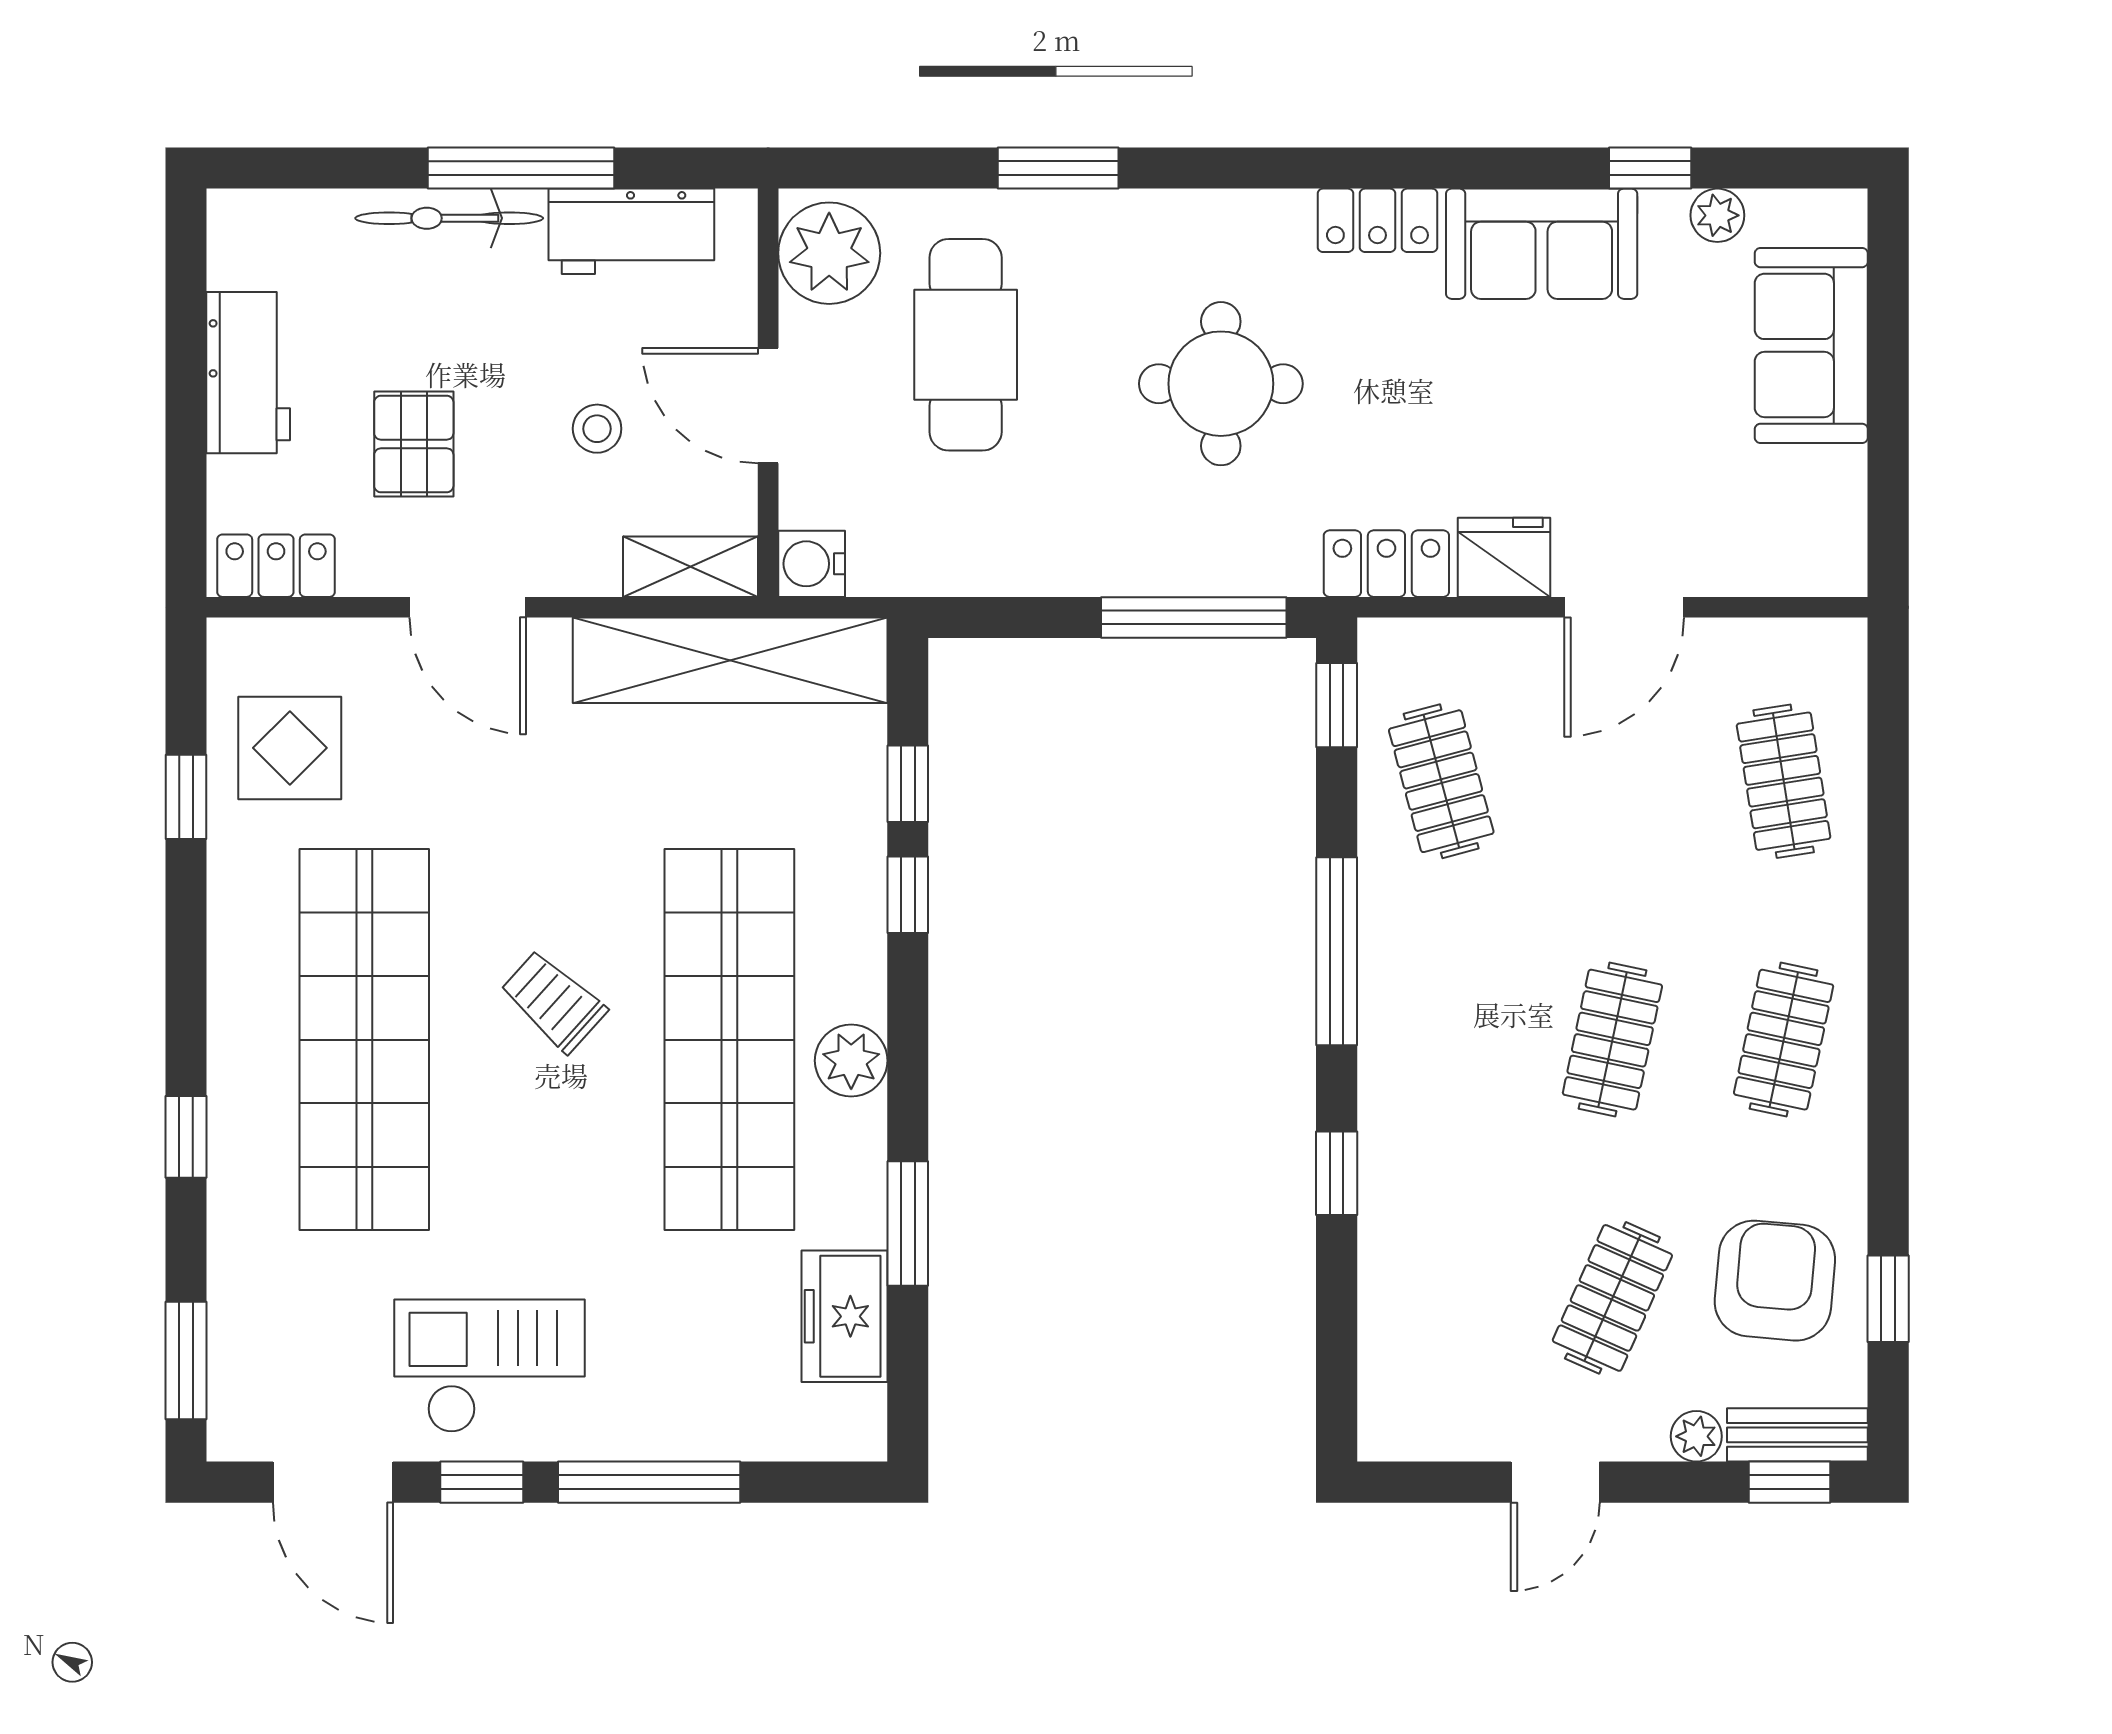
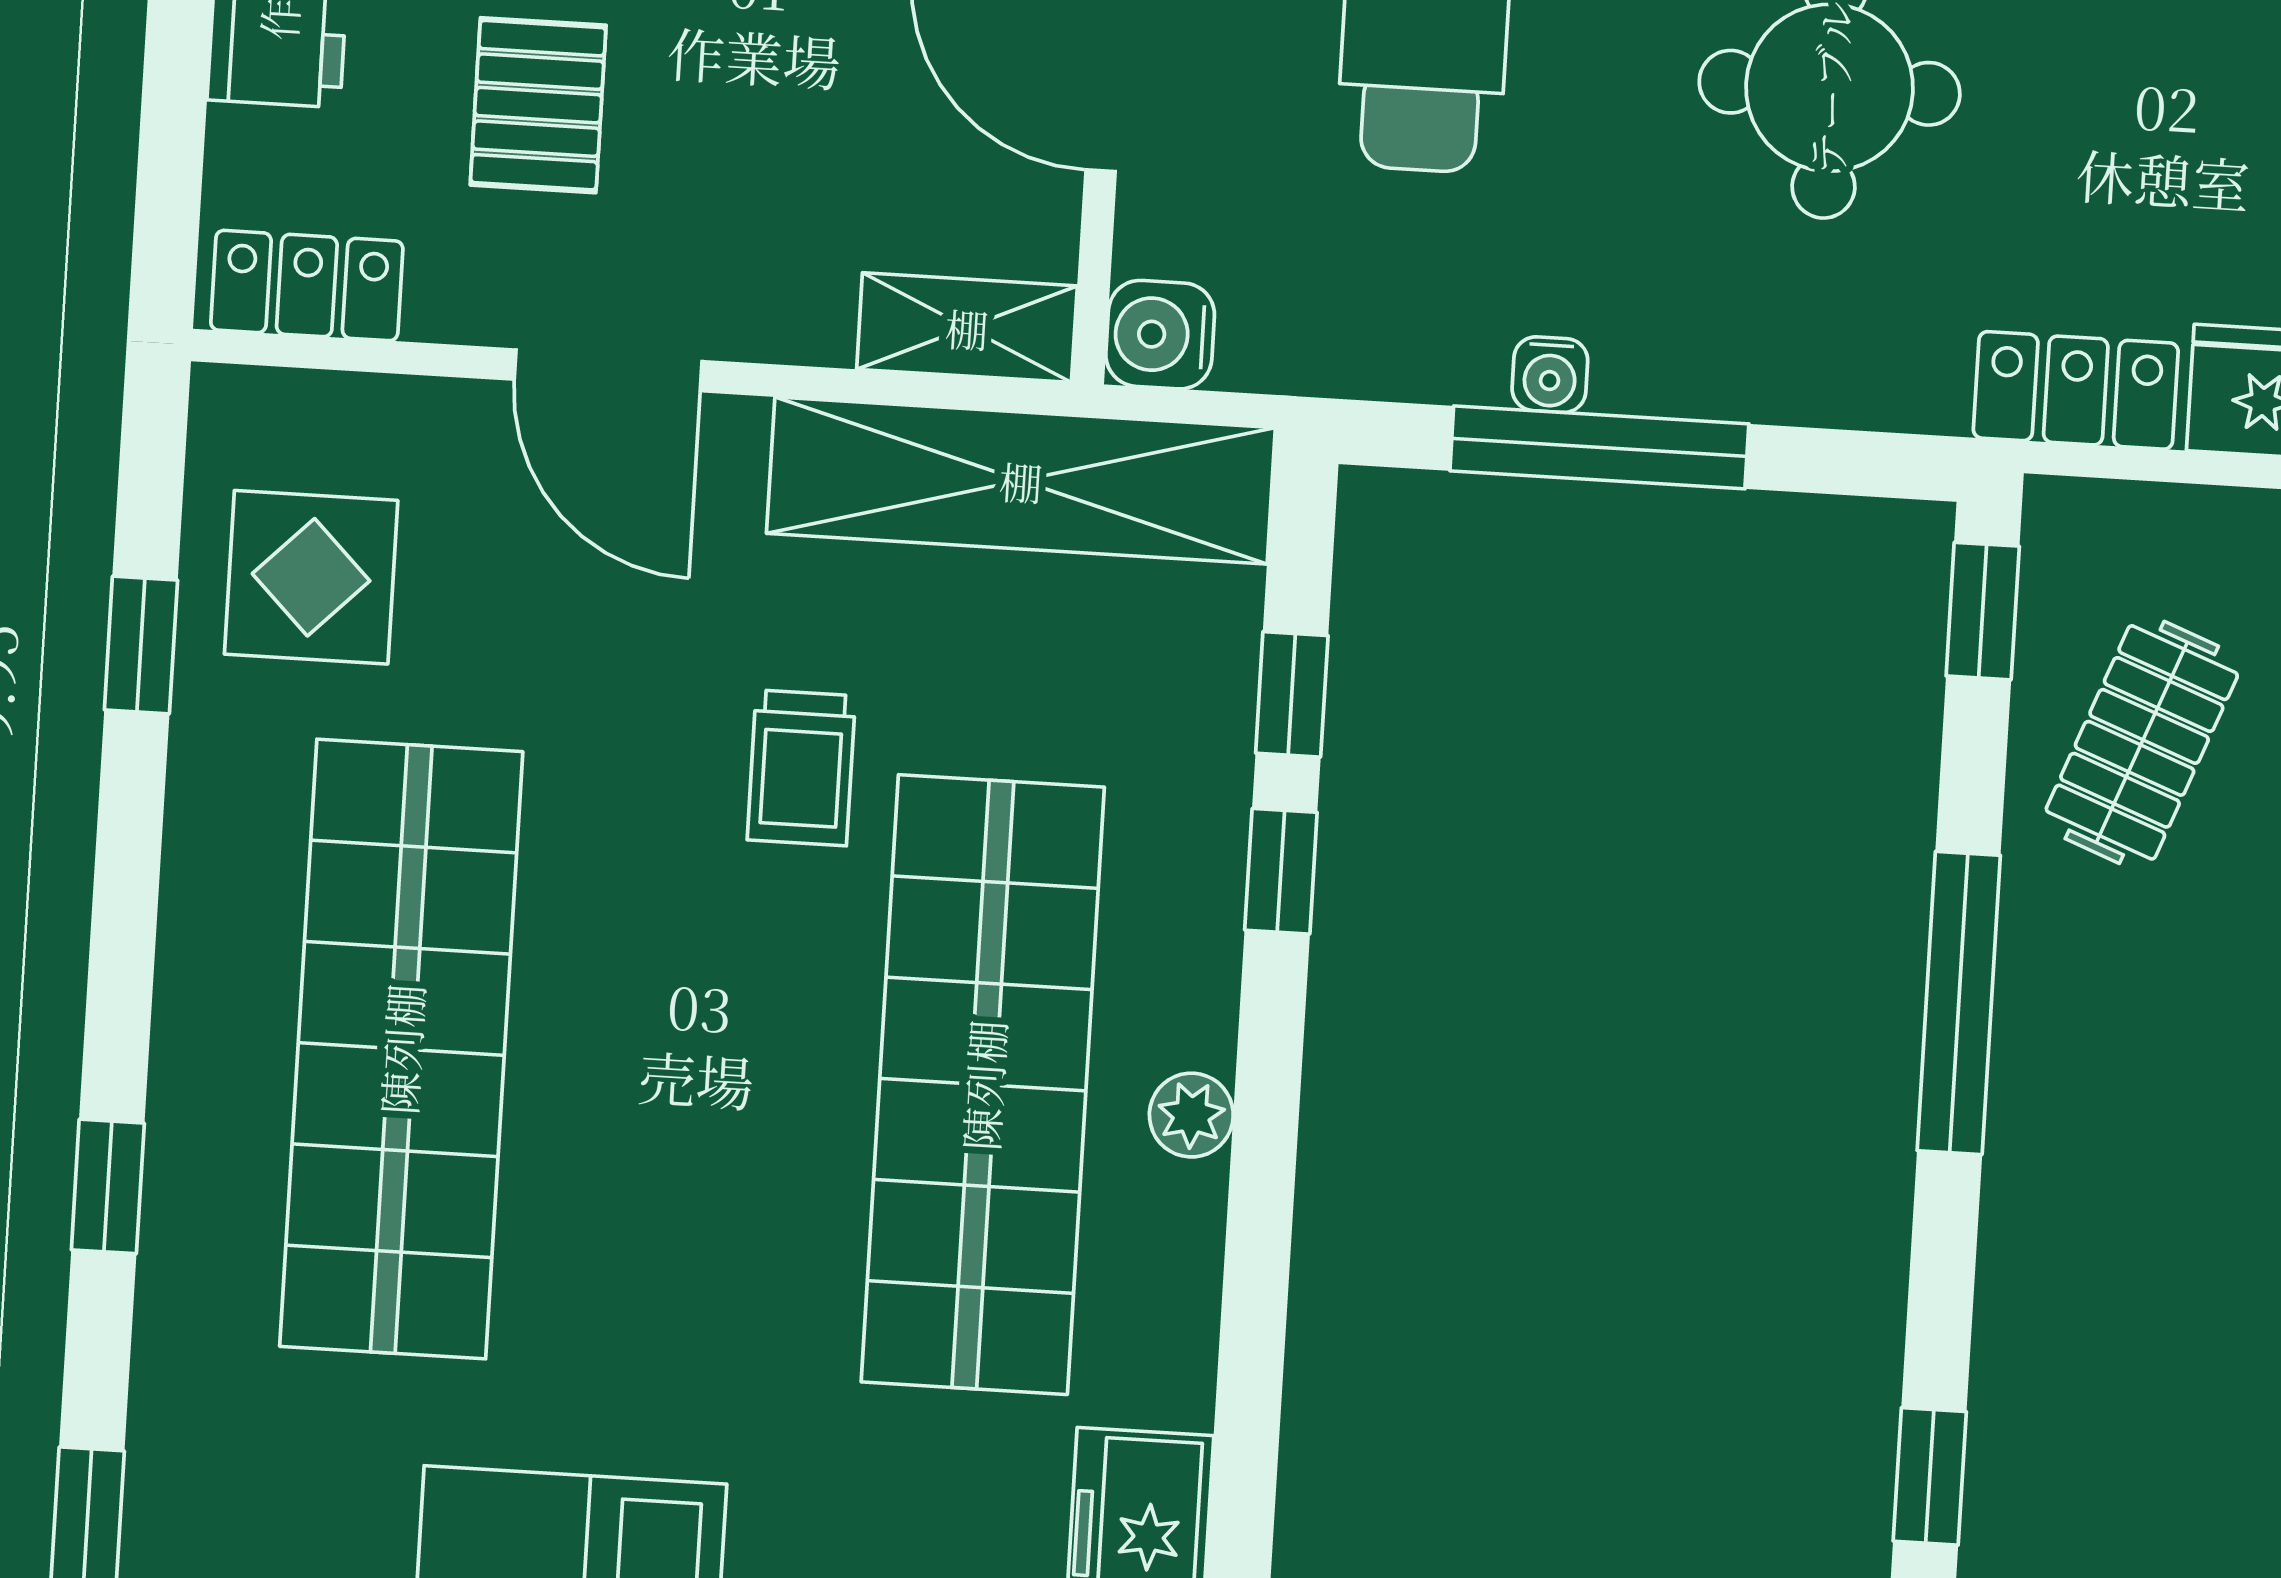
stool: (597, 429) -> (832, 99), removed
water cooler: (1057, 574) -> (1550, 375), added
window: (1194, 617) -> (1599, 447), moved
clothes rail: (1441, 781) -> (2142, 742), turned 36
trolley: (553, 1001) -> (801, 768), moved, turned -132
plant: (851, 1061) -> (1191, 1115), width x0.73, depth x0.73
window: (1337, 1173) -> (1930, 1476), moved
window: (908, 1224) -> (1249, 1395), removed

